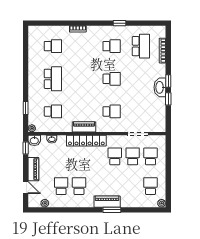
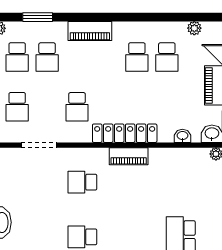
school desk: (53, 111) -> (181, 182), removed
school desk: (133, 156) -> (47, 57), moved
window: (112, 210) -> (38, 17), moved

